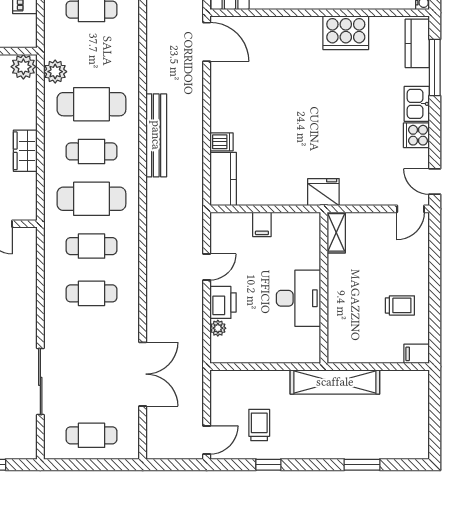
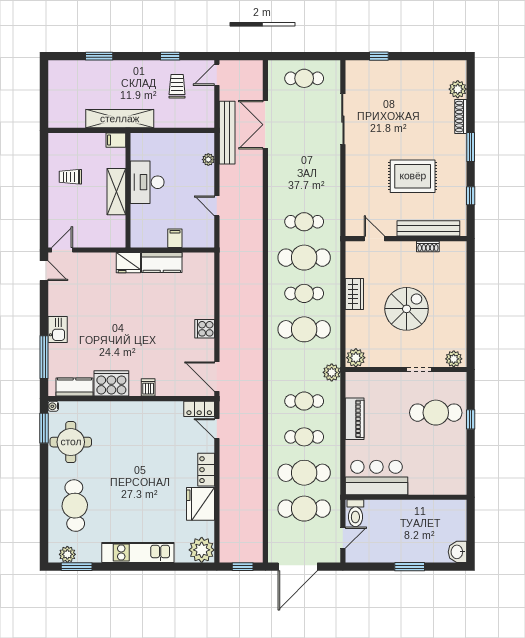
kitchen counter: (417, 43) -> (74, 387), moved, turned -90
plant: (55, 72) -> (332, 372), moved
bench: (156, 135) -> (227, 133), moved
cooker: (416, 135) -> (205, 329), moved, turned 180
dishwasher: (221, 142) -> (148, 387), moved, turned 90
kitchen counter: (223, 179) -> (162, 262), moved, turned -90
shelving: (336, 232) -> (116, 192), moved, width x1.50, depth x1.33
door: (207, 267) -> (217, 206), hinge flipped
cafe table: (91, 293) -> (304, 186), removed
printer: (223, 302) -> (204, 179), removed
filing cabinet: (417, 354) -> (116, 140), moved, turned 180
trolley: (259, 425) -> (177, 86), turned 180

